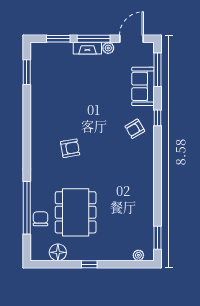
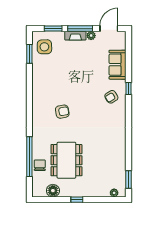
side table: (47, 63) -> (44, 47), added
window: (157, 70) -> (129, 52), removed

